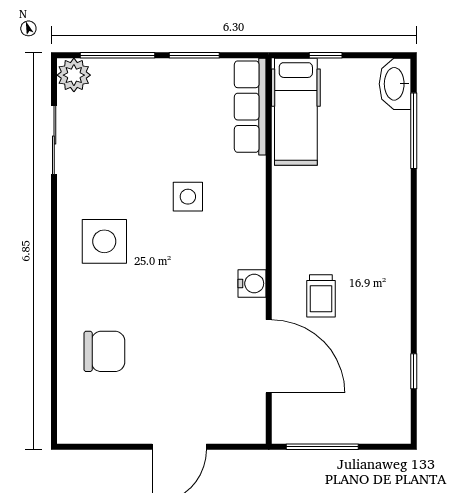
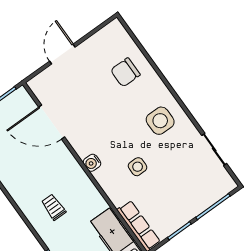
plant: (74, 75) -> (226, 184), removed
water cooler: (252, 283) -> (92, 163), moved
trolley: (321, 296) -> (54, 207), moved

